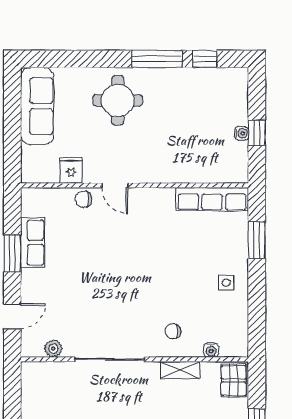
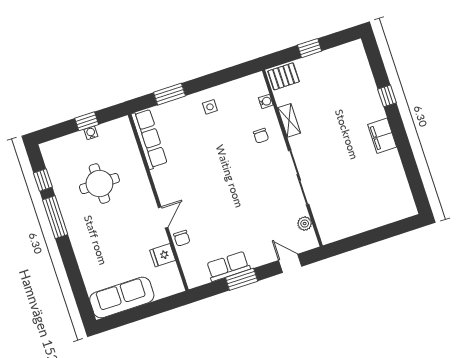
round table: (118, 100) -> (99, 184), moved

